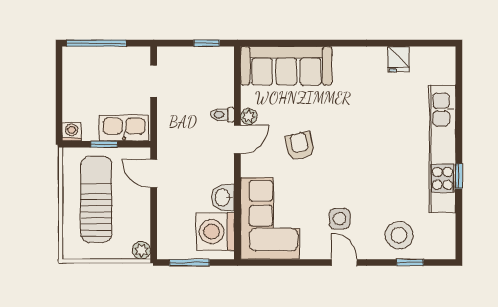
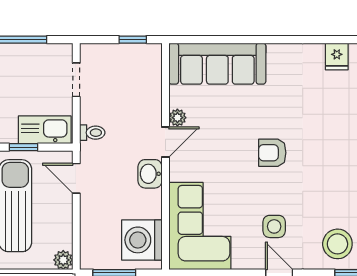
toilet: (222, 115) -> (92, 133), moved, turned 180
armchair: (300, 146) -> (272, 153), moved, turned -77
washbasin: (223, 197) -> (150, 174), moved

